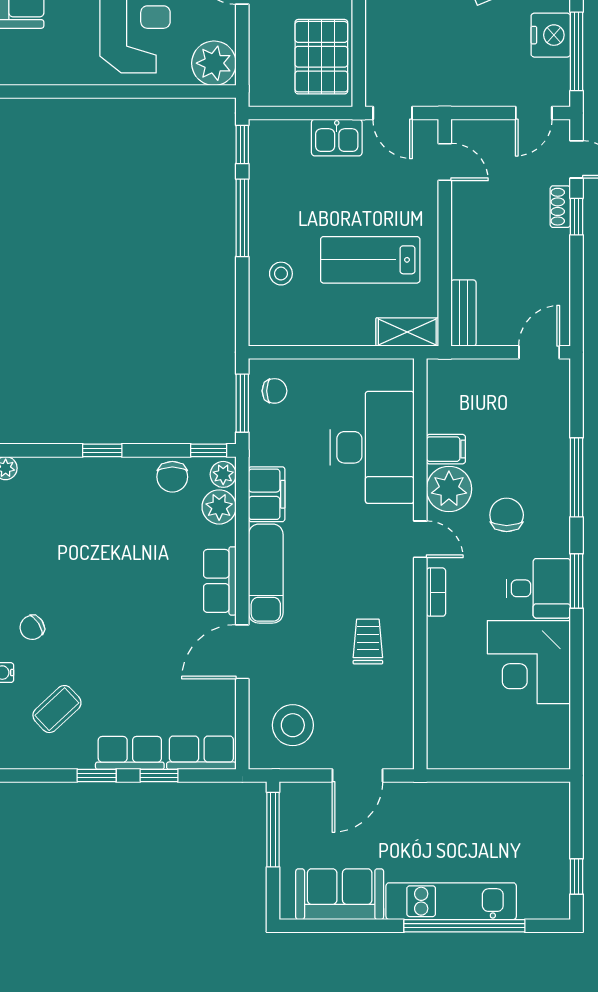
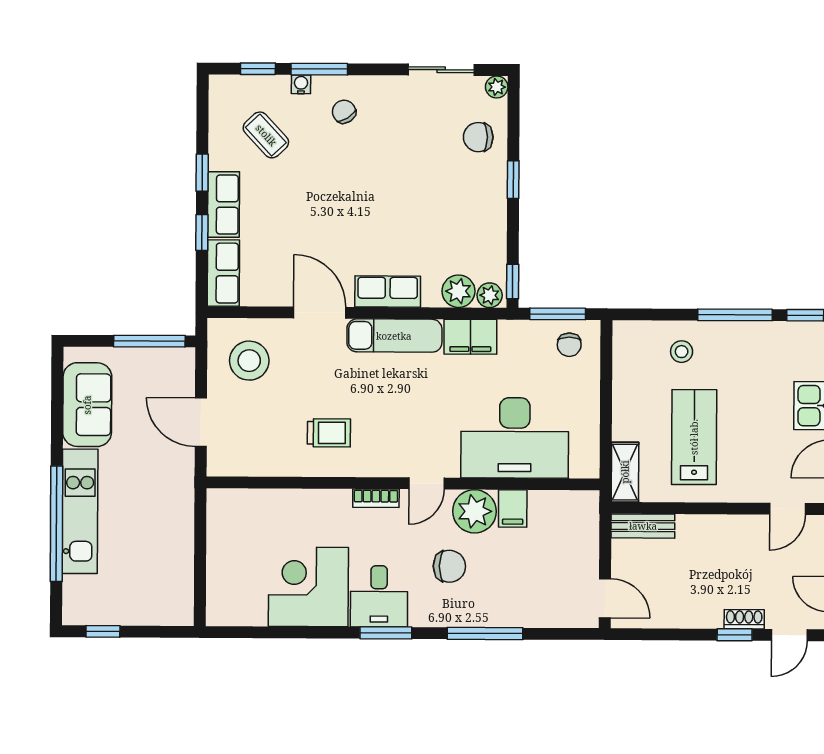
chair: (172, 477) -> (478, 137), moved

